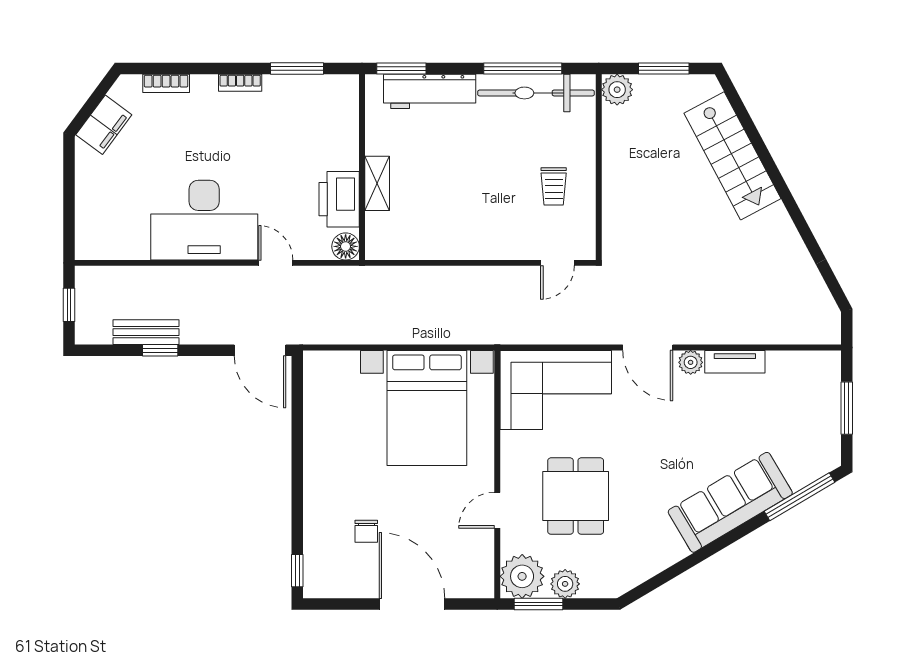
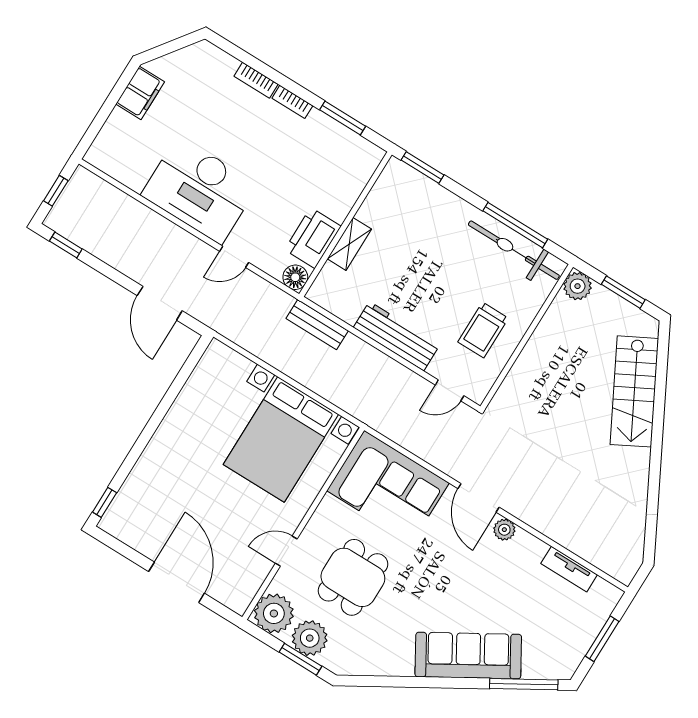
bookcase: (166, 83) -> (256, 80), moved
workbench: (430, 91) -> (397, 336), moved, turned 180
filing cabinet: (104, 125) -> (140, 93), moved, turned -36
trolley: (554, 186) -> (483, 330), width x1.36, depth x1.39
door: (276, 263) -> (234, 257), swing flipped
bench: (146, 332) -> (317, 325), moved
window: (160, 350) -> (66, 245), moved
door: (260, 350) -> (160, 303), moved
tv unit: (735, 362) -> (569, 569), moved
chair: (366, 531) -> (176, 505), removed
plant: (565, 584) -> (310, 638), width x1.36, depth x1.36
window: (539, 604) -> (300, 659), moved

